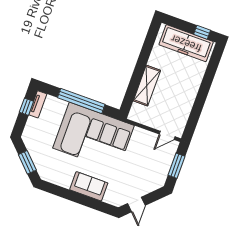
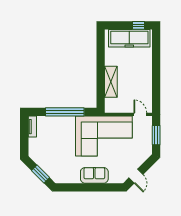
window: (26, 107) -> (24, 132), removed
door: (167, 135) -> (140, 114), swing flipped
corner sofa: (93, 137) -> (104, 136), moved

